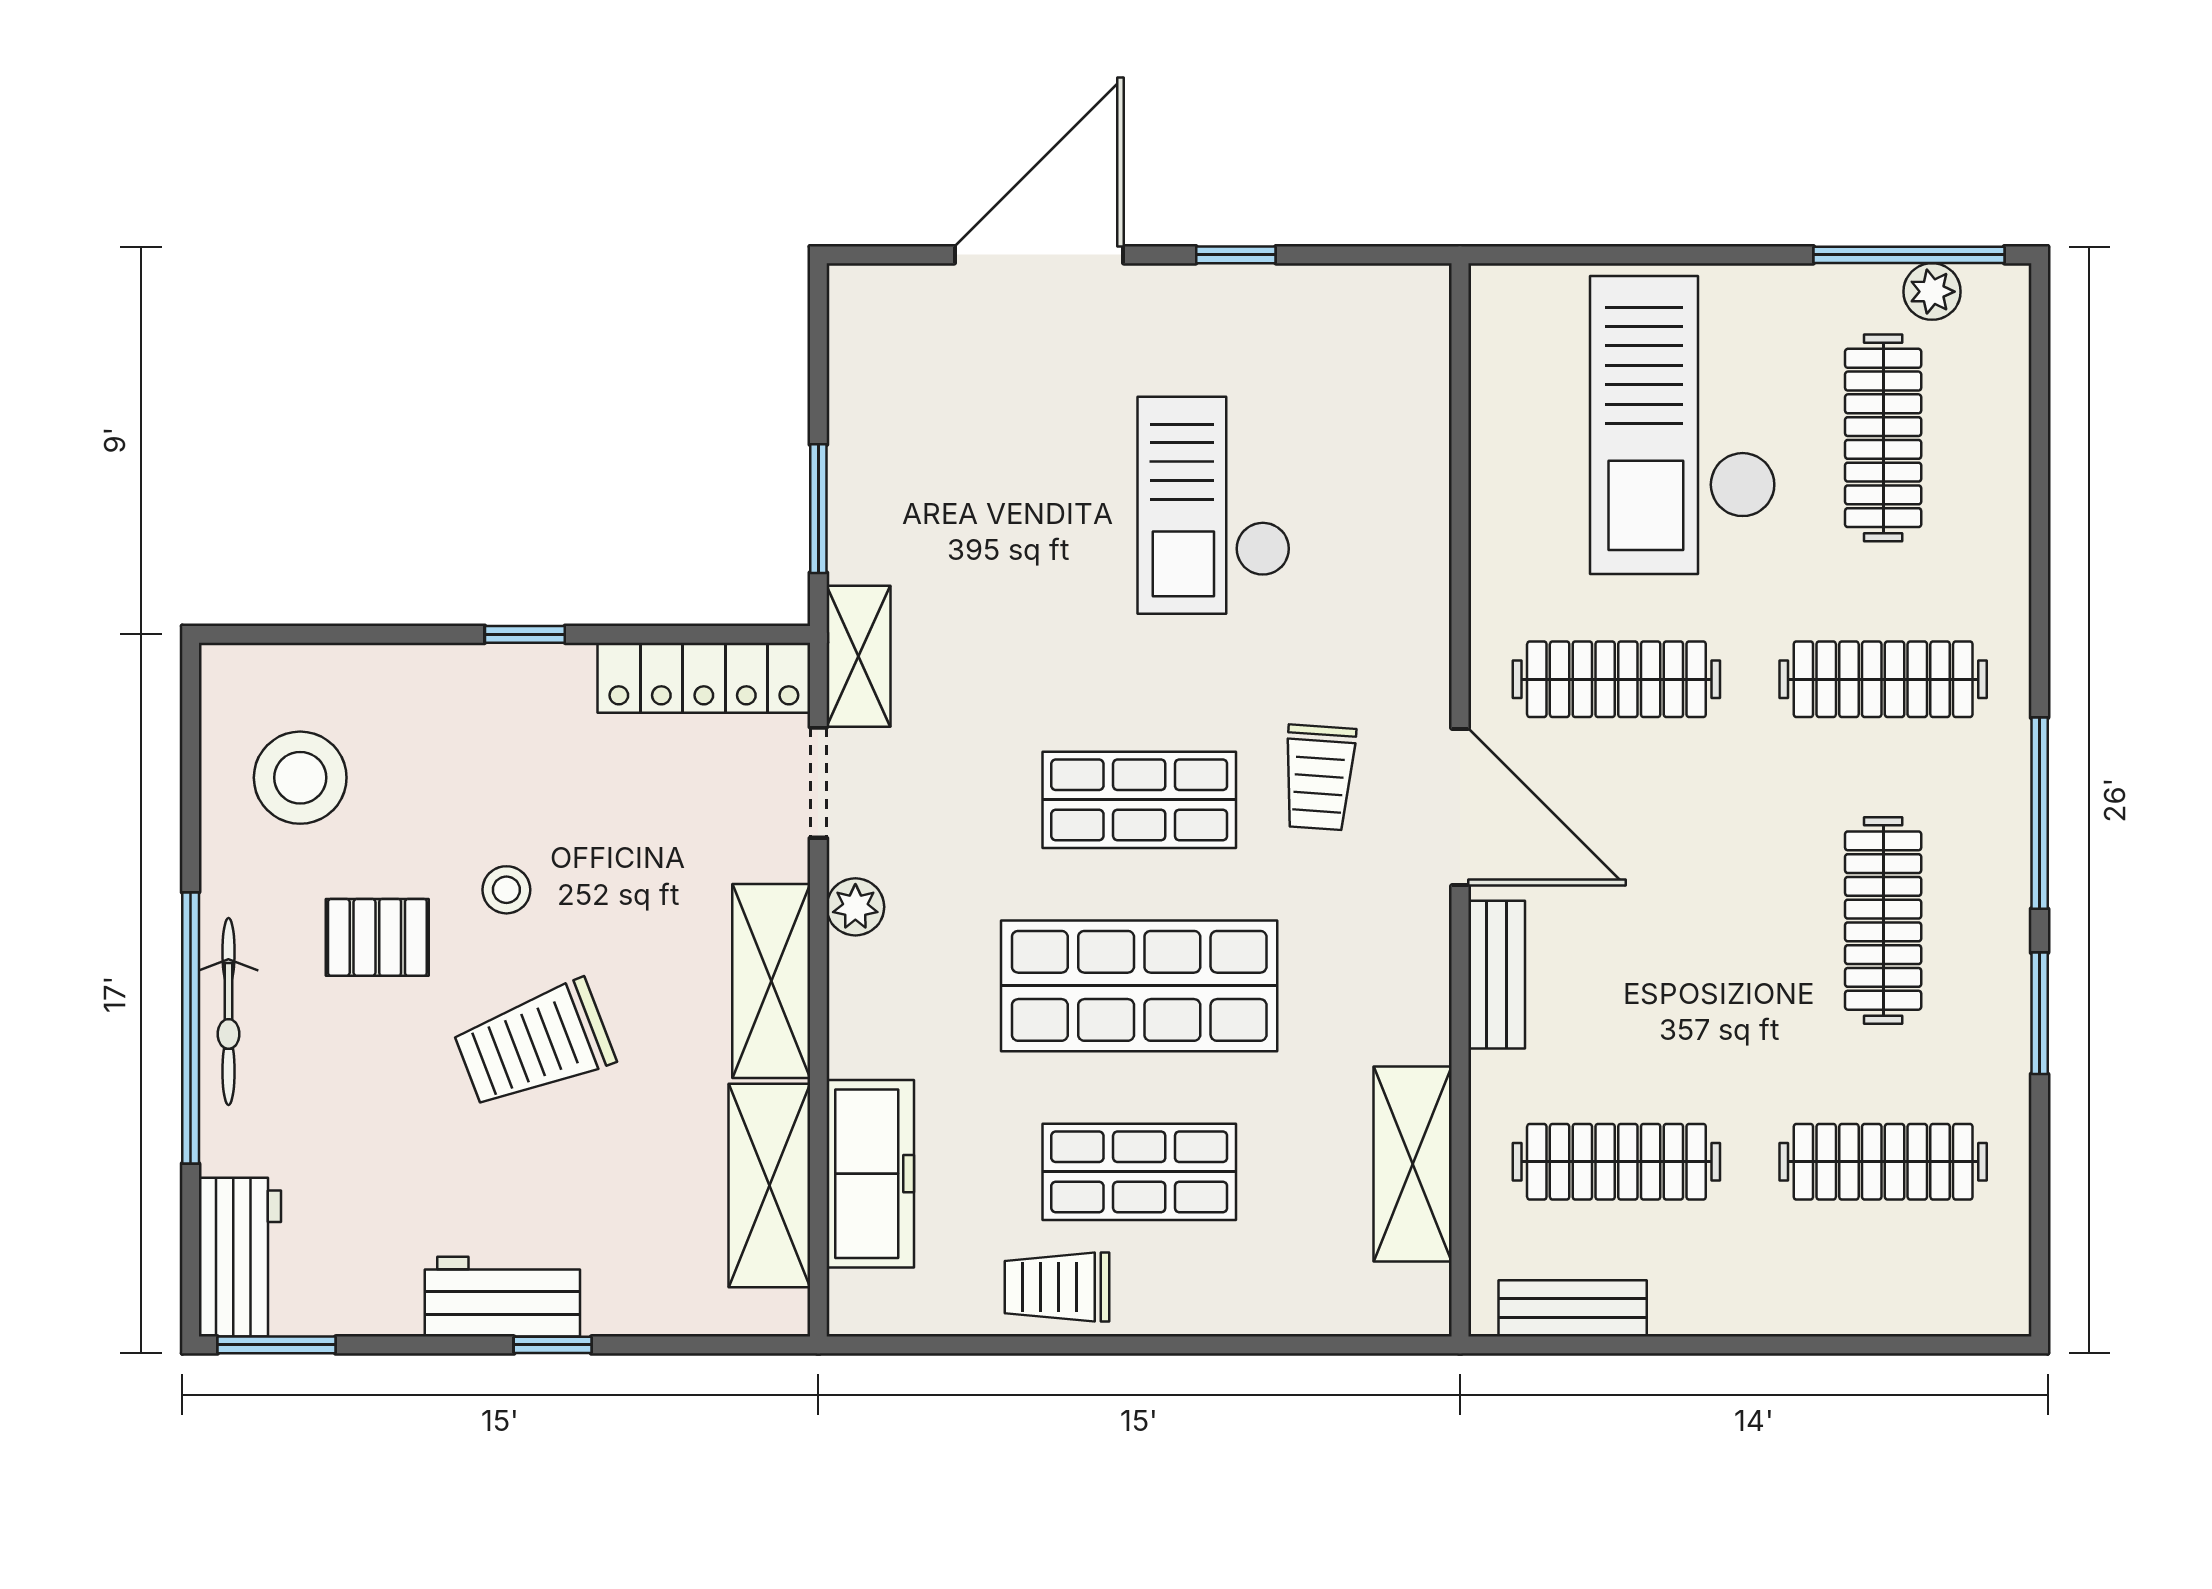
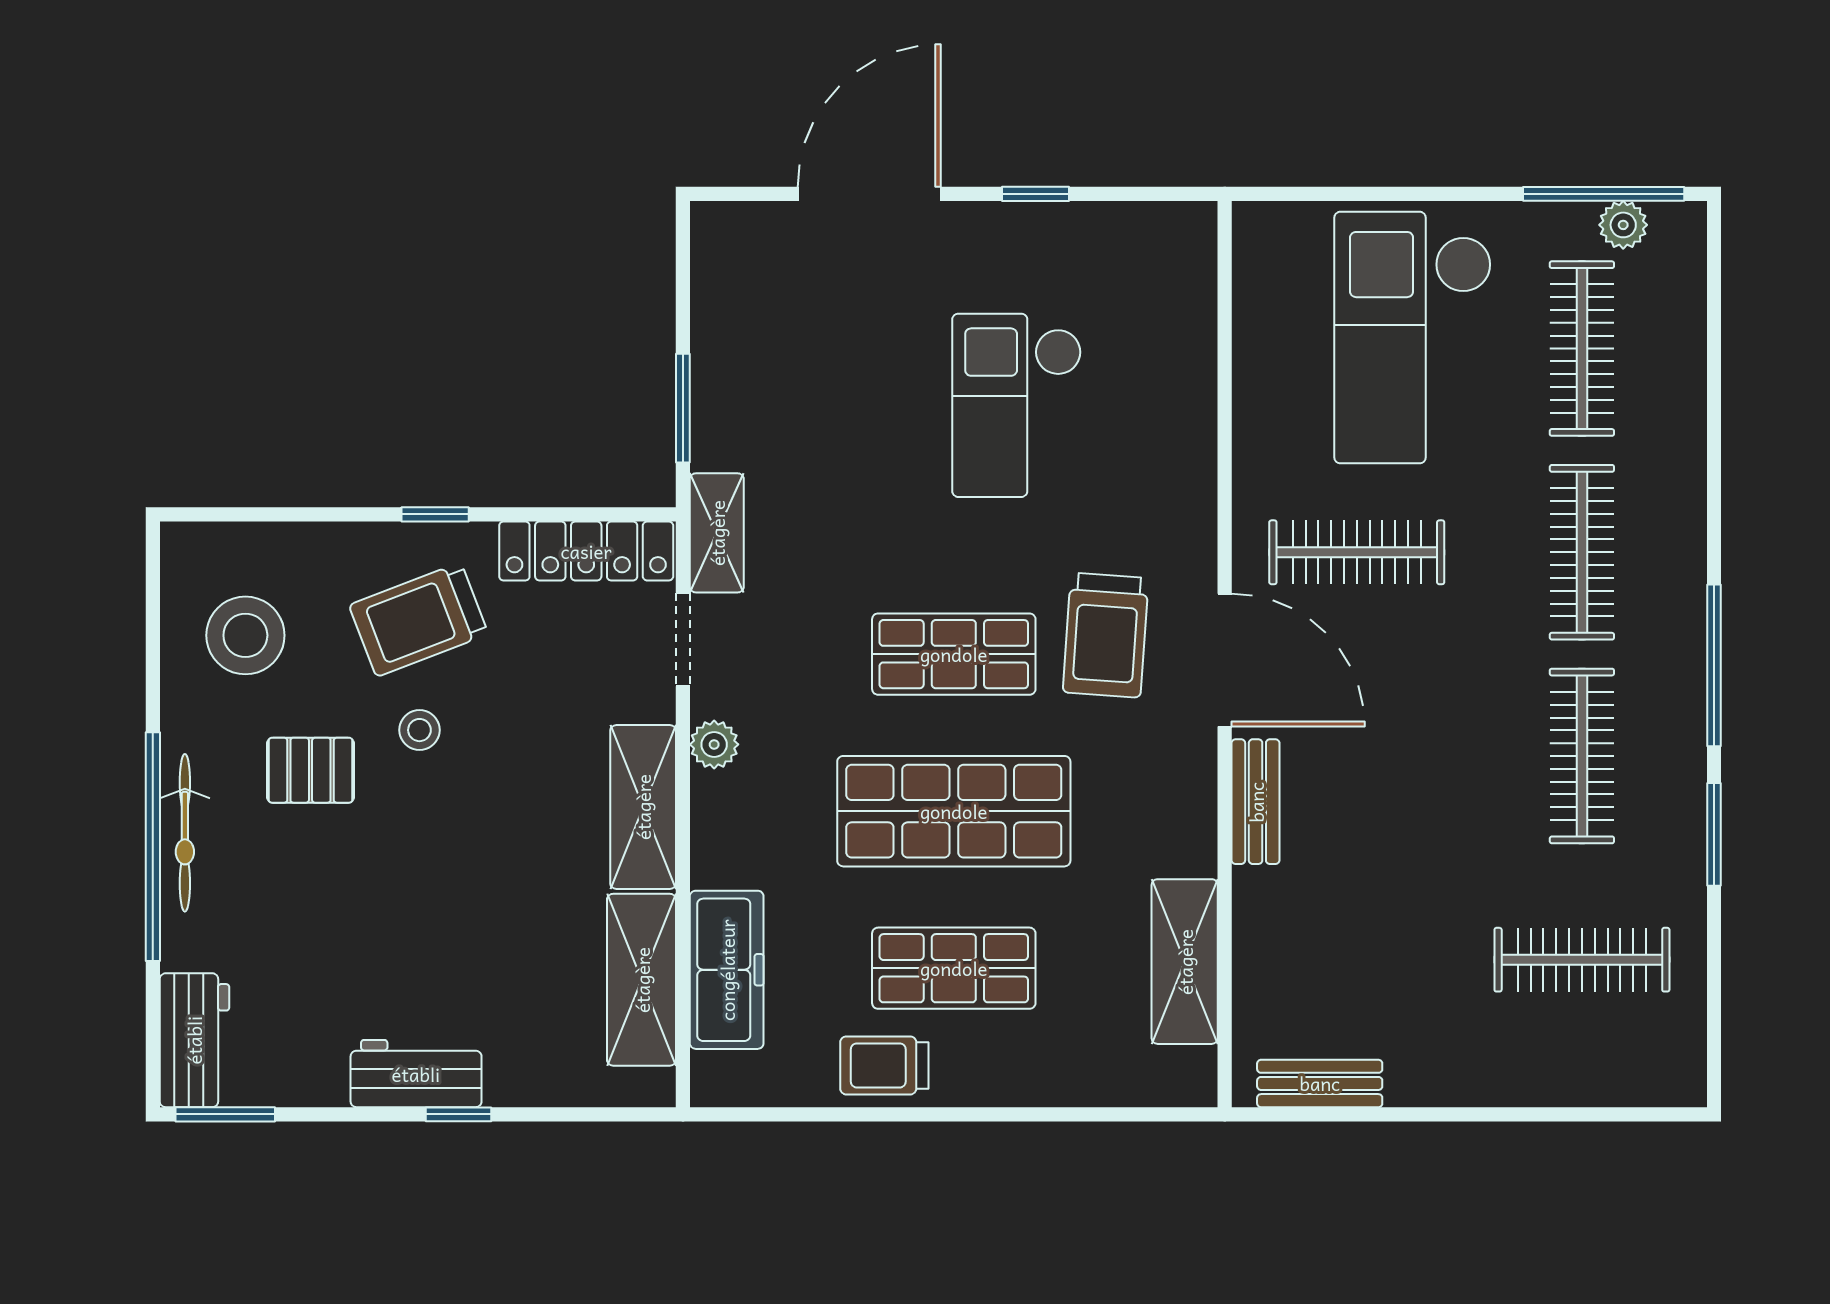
clothes rail: (1883, 679) -> (1582, 552), turned 90
trolley: (1319, 777) -> (1106, 635), width x1.36, depth x1.39
trolley: (534, 1044) -> (419, 620), moved
clothes rail: (1616, 1162) -> (1357, 960), removed

